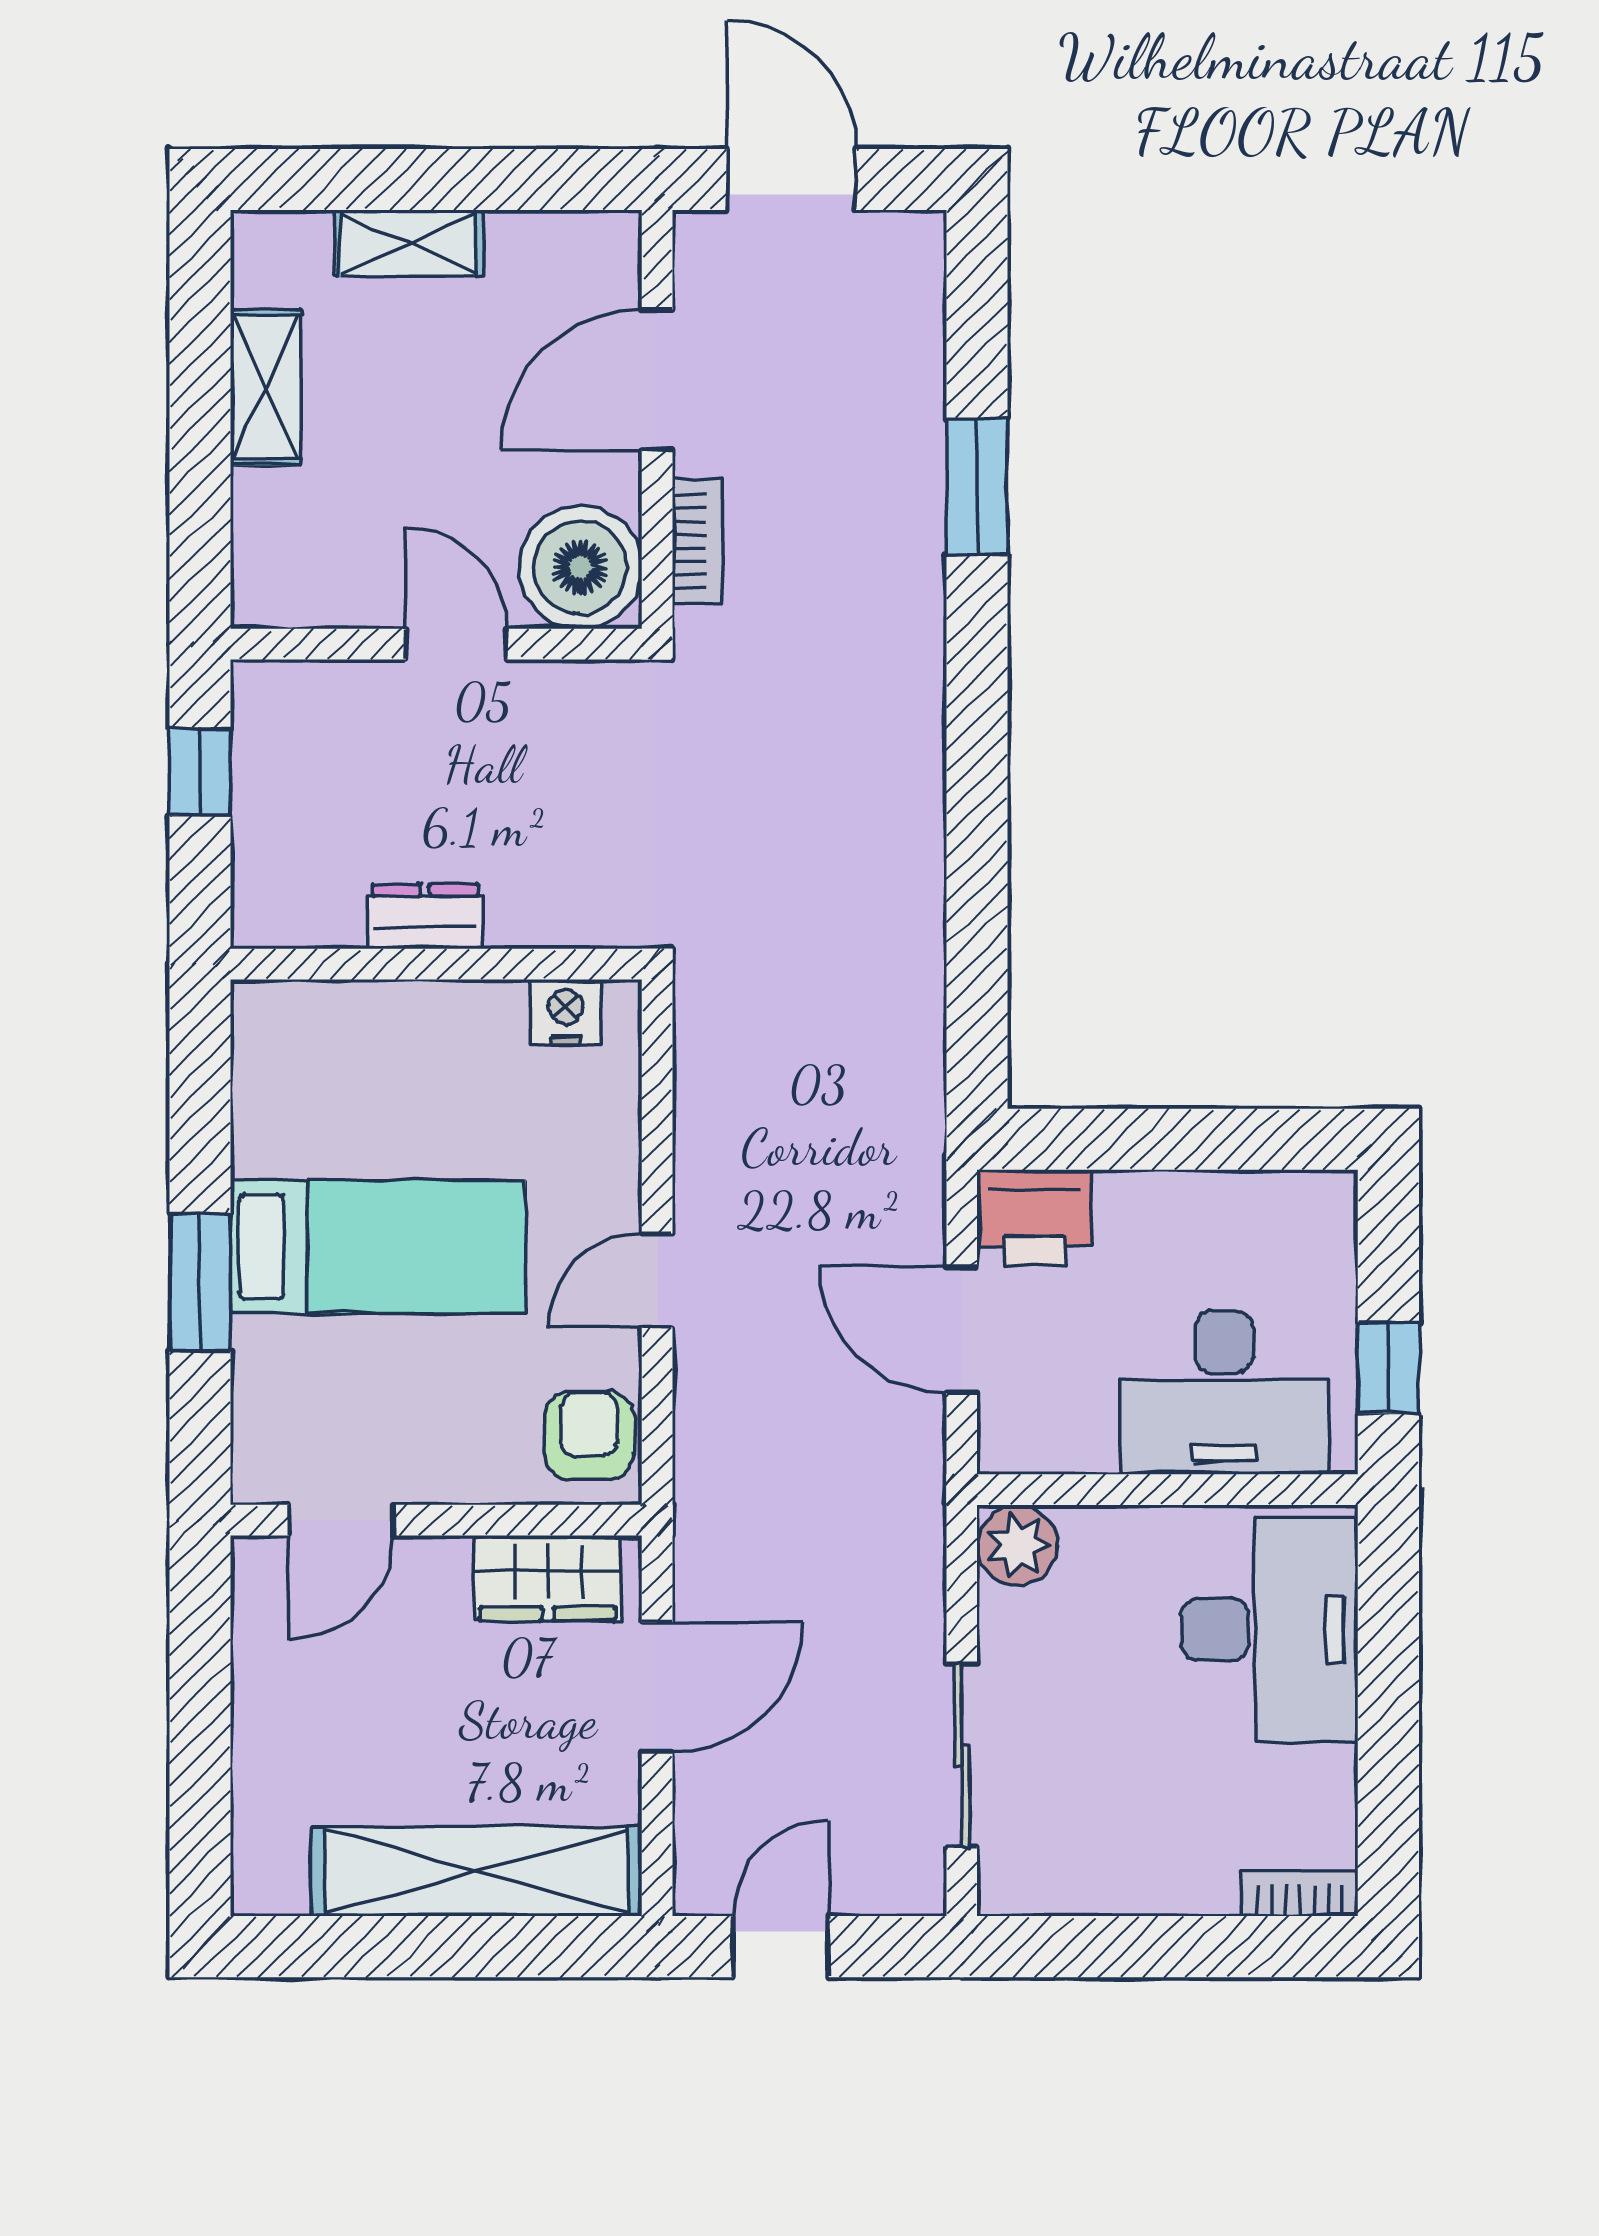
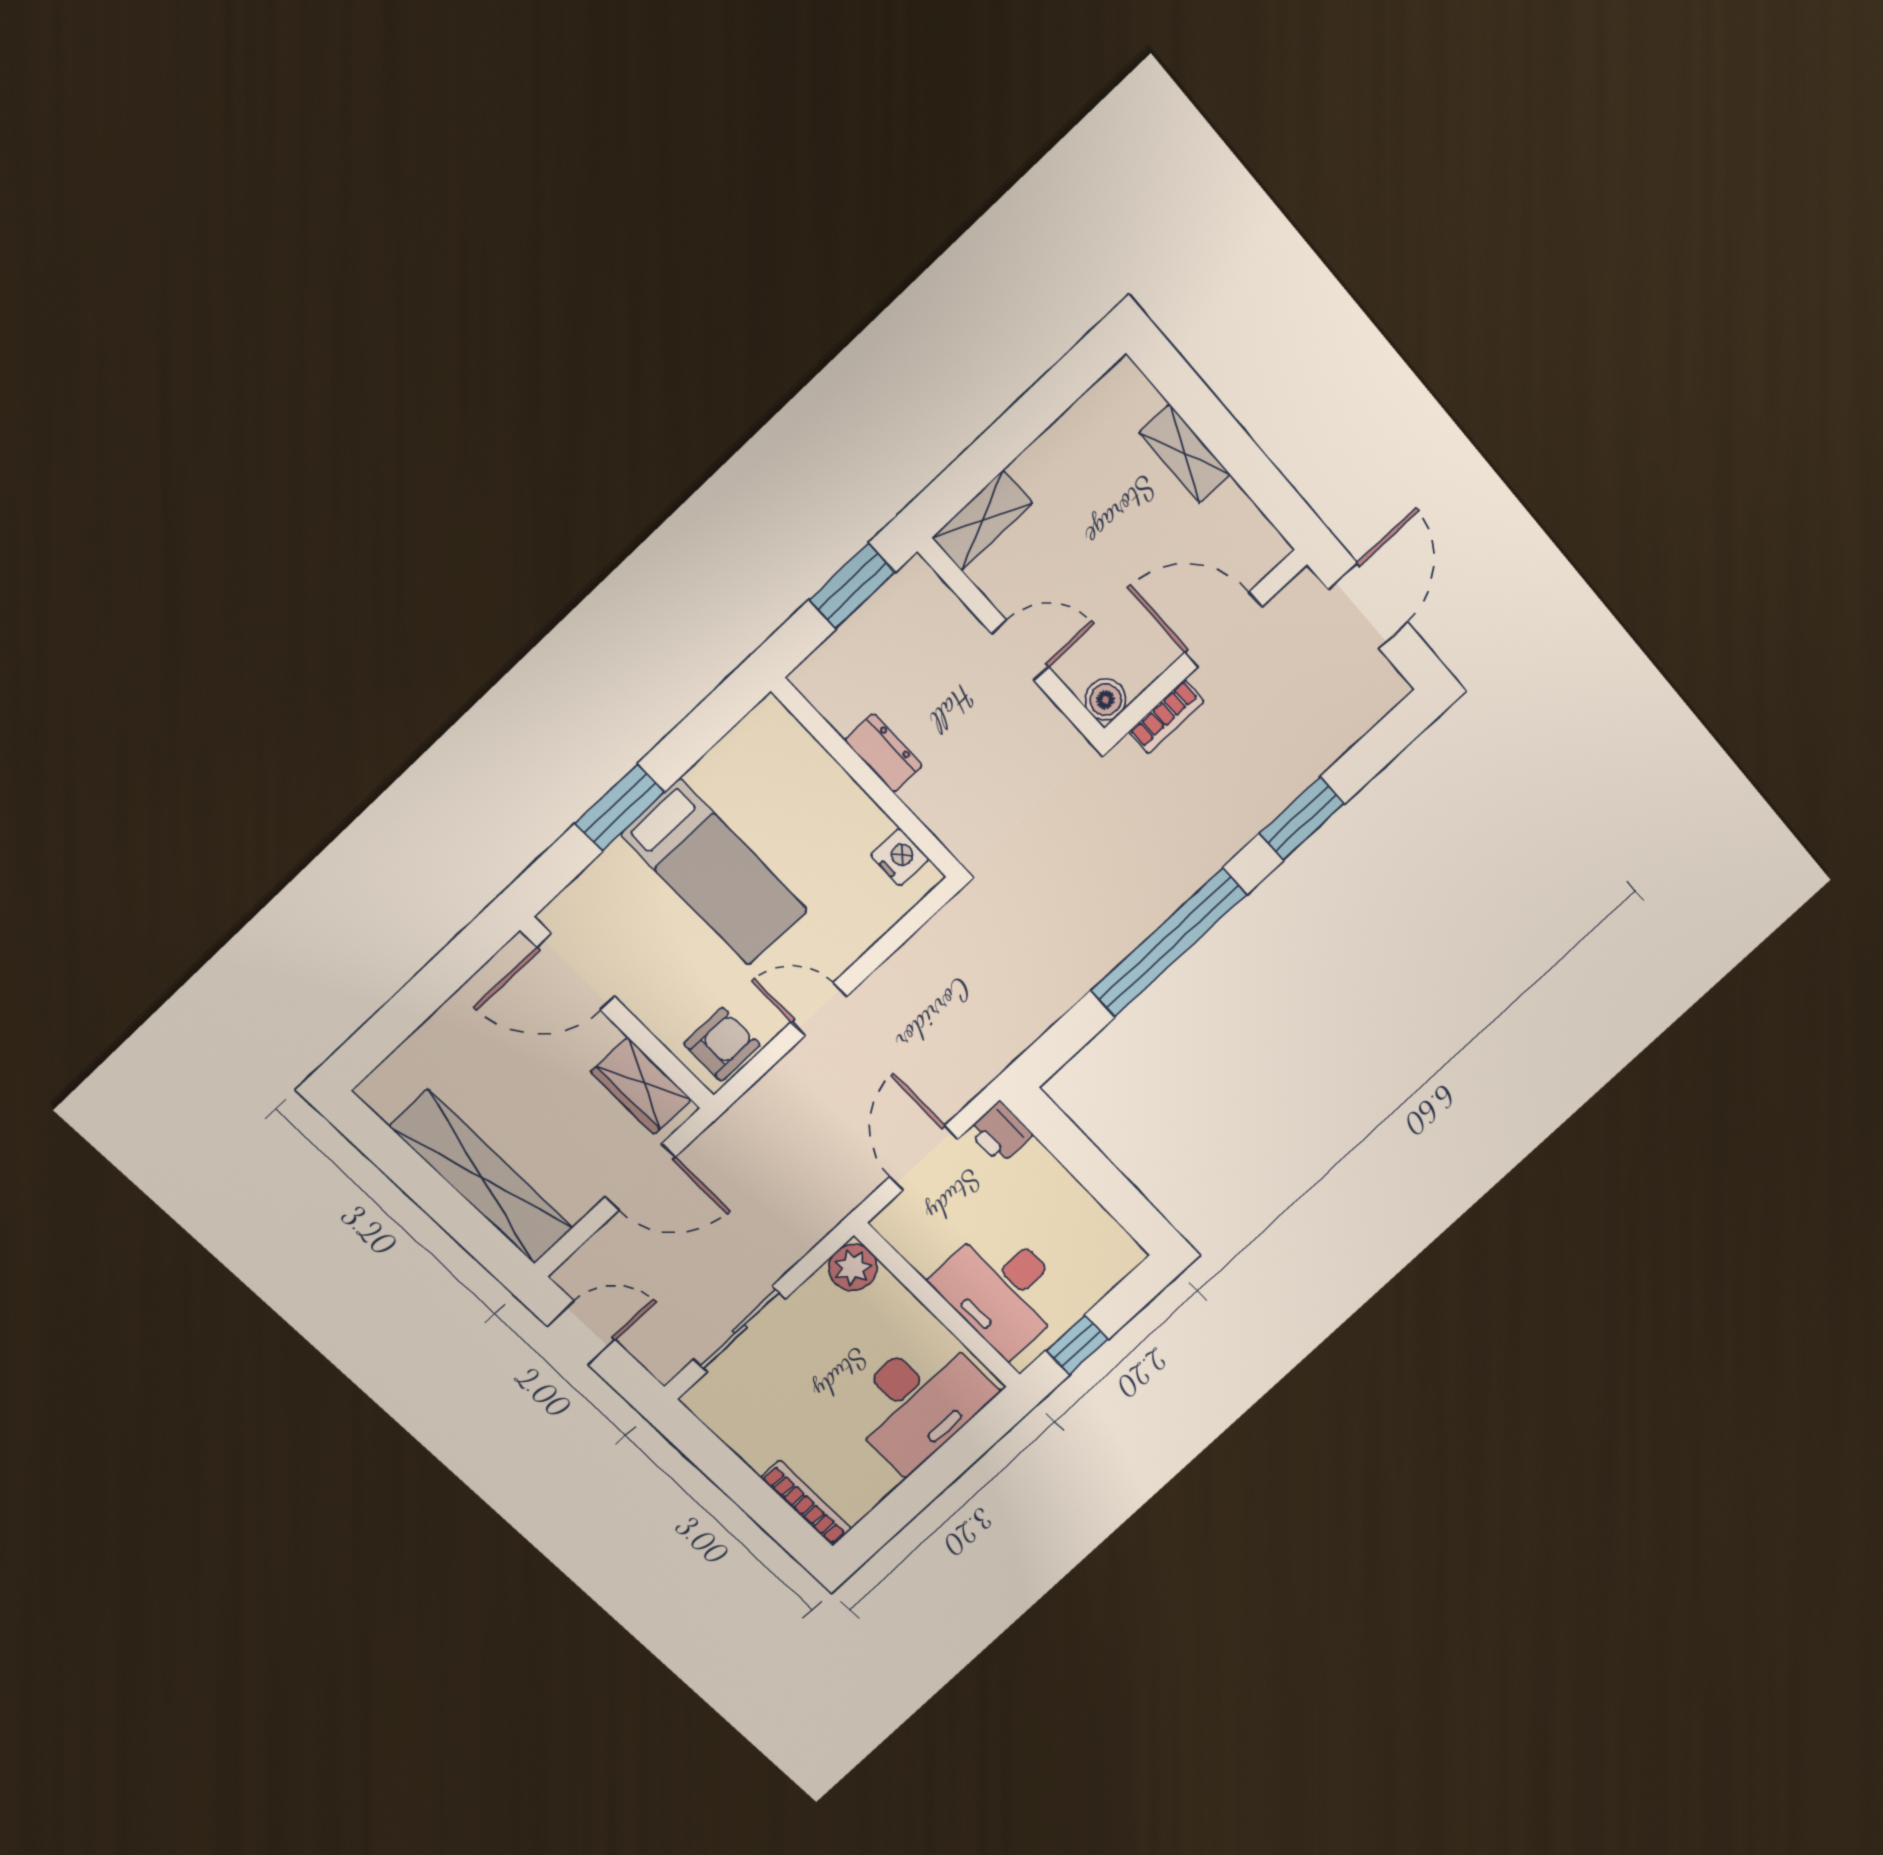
shelving: (265, 387) -> (982, 520), moved
boiler: (580, 567) -> (1105, 700), width x0.54, depth x0.54
door: (456, 644) -> (1020, 650), hinge flipped
window: (200, 772) -> (852, 586), width x1.50
window: (977, 786) -> (1169, 942), added
printer: (1035, 1217) -> (1000, 1133), width x0.73, depth x0.81
door: (341, 1520) -> (576, 972), width x1.37
bookcase: (1300, 1893) -> (806, 1503), width x1.56

